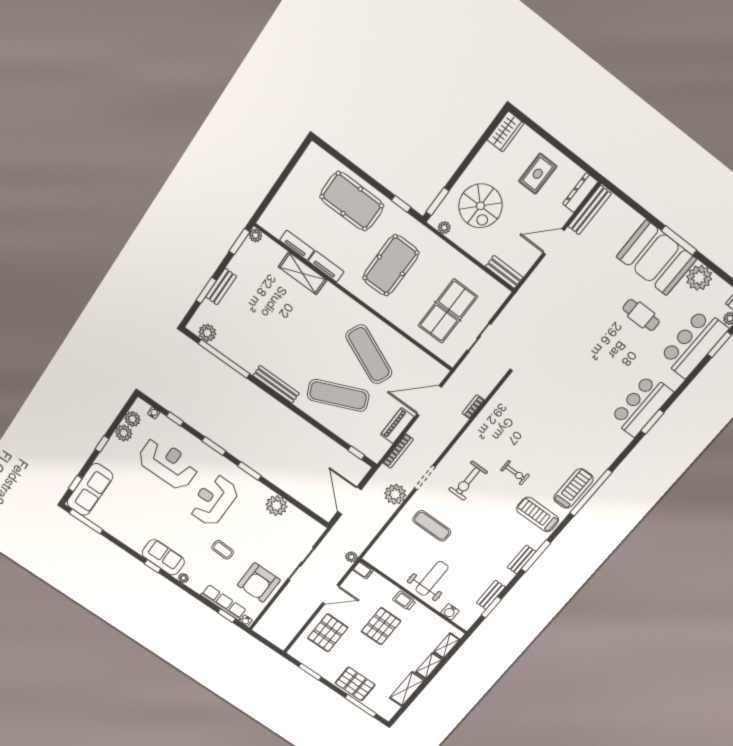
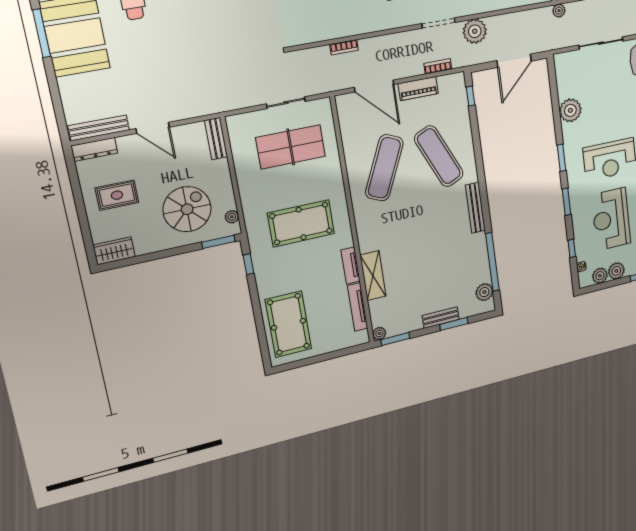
pool table: (352, 201) -> (288, 324), moved
tv unit: (297, 245) -> (358, 307), width x1.41
bookcase: (398, 451) -> (438, 66), width x0.64

